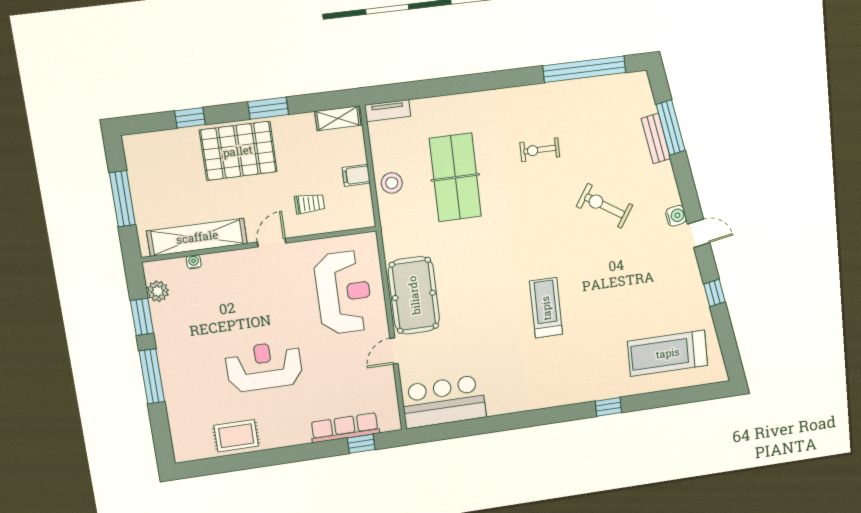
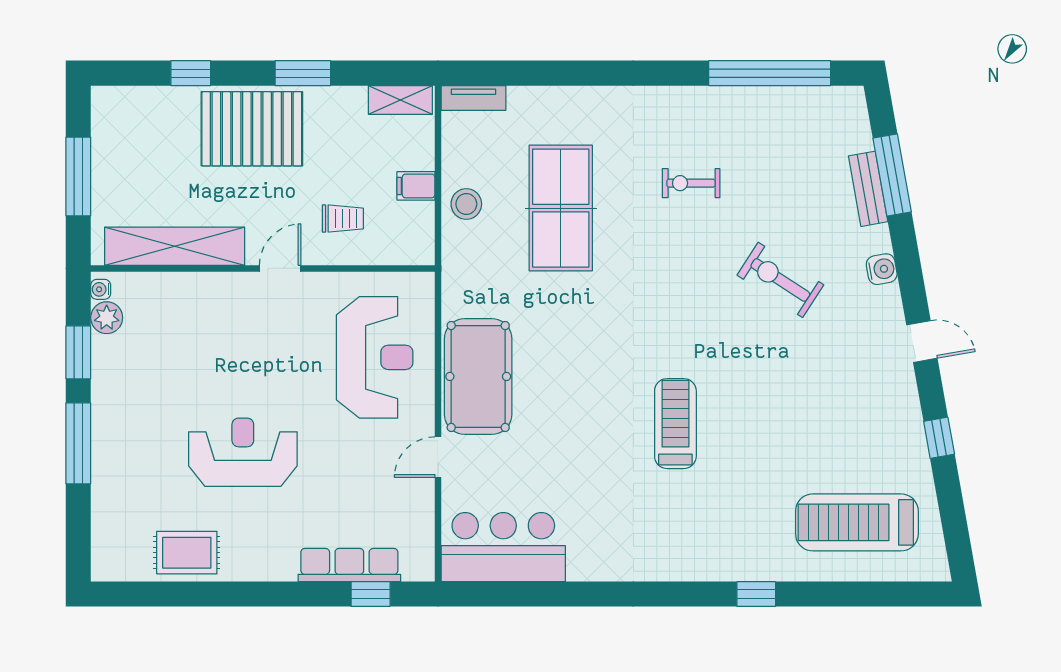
water cooler: (676, 216) -> (882, 269), moved
water cooler: (194, 262) -> (101, 289), moved, turned -90

